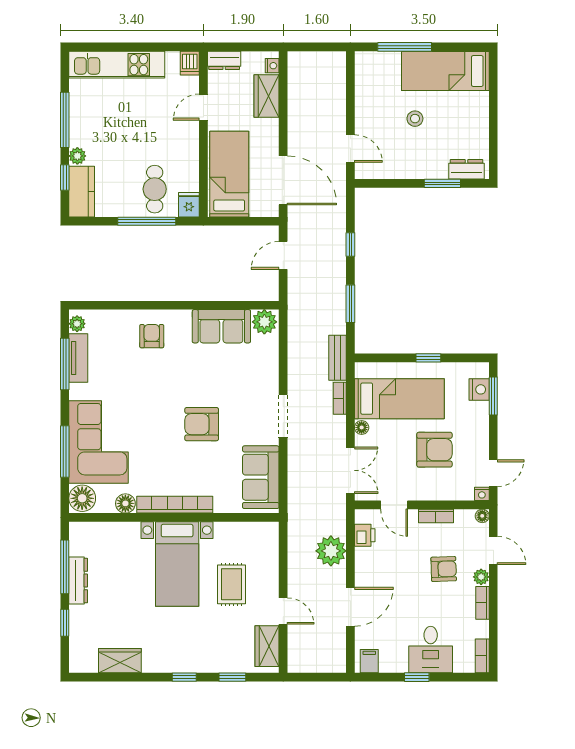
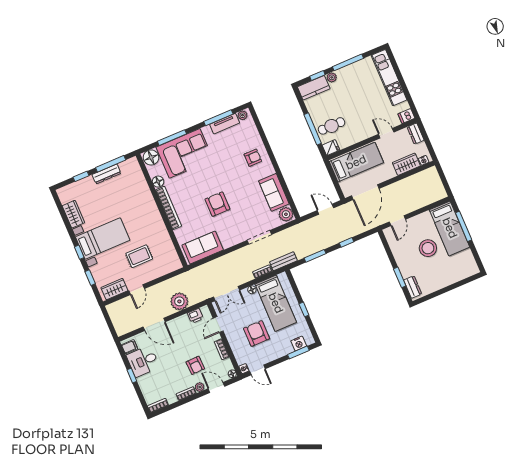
bed: (445, 71) -> (450, 228), moved, turned 180
stool: (415, 119) -> (428, 248), width x1.89, depth x1.89
doorway: (283, 416) -> (259, 237), moved
armchair: (434, 450) -> (257, 333), turned 180
door: (493, 550) -> (216, 387), swing flipped
bed with nightstands: (177, 564) -> (103, 239), moved, turned 180
desk: (431, 650) -> (143, 361), moved

